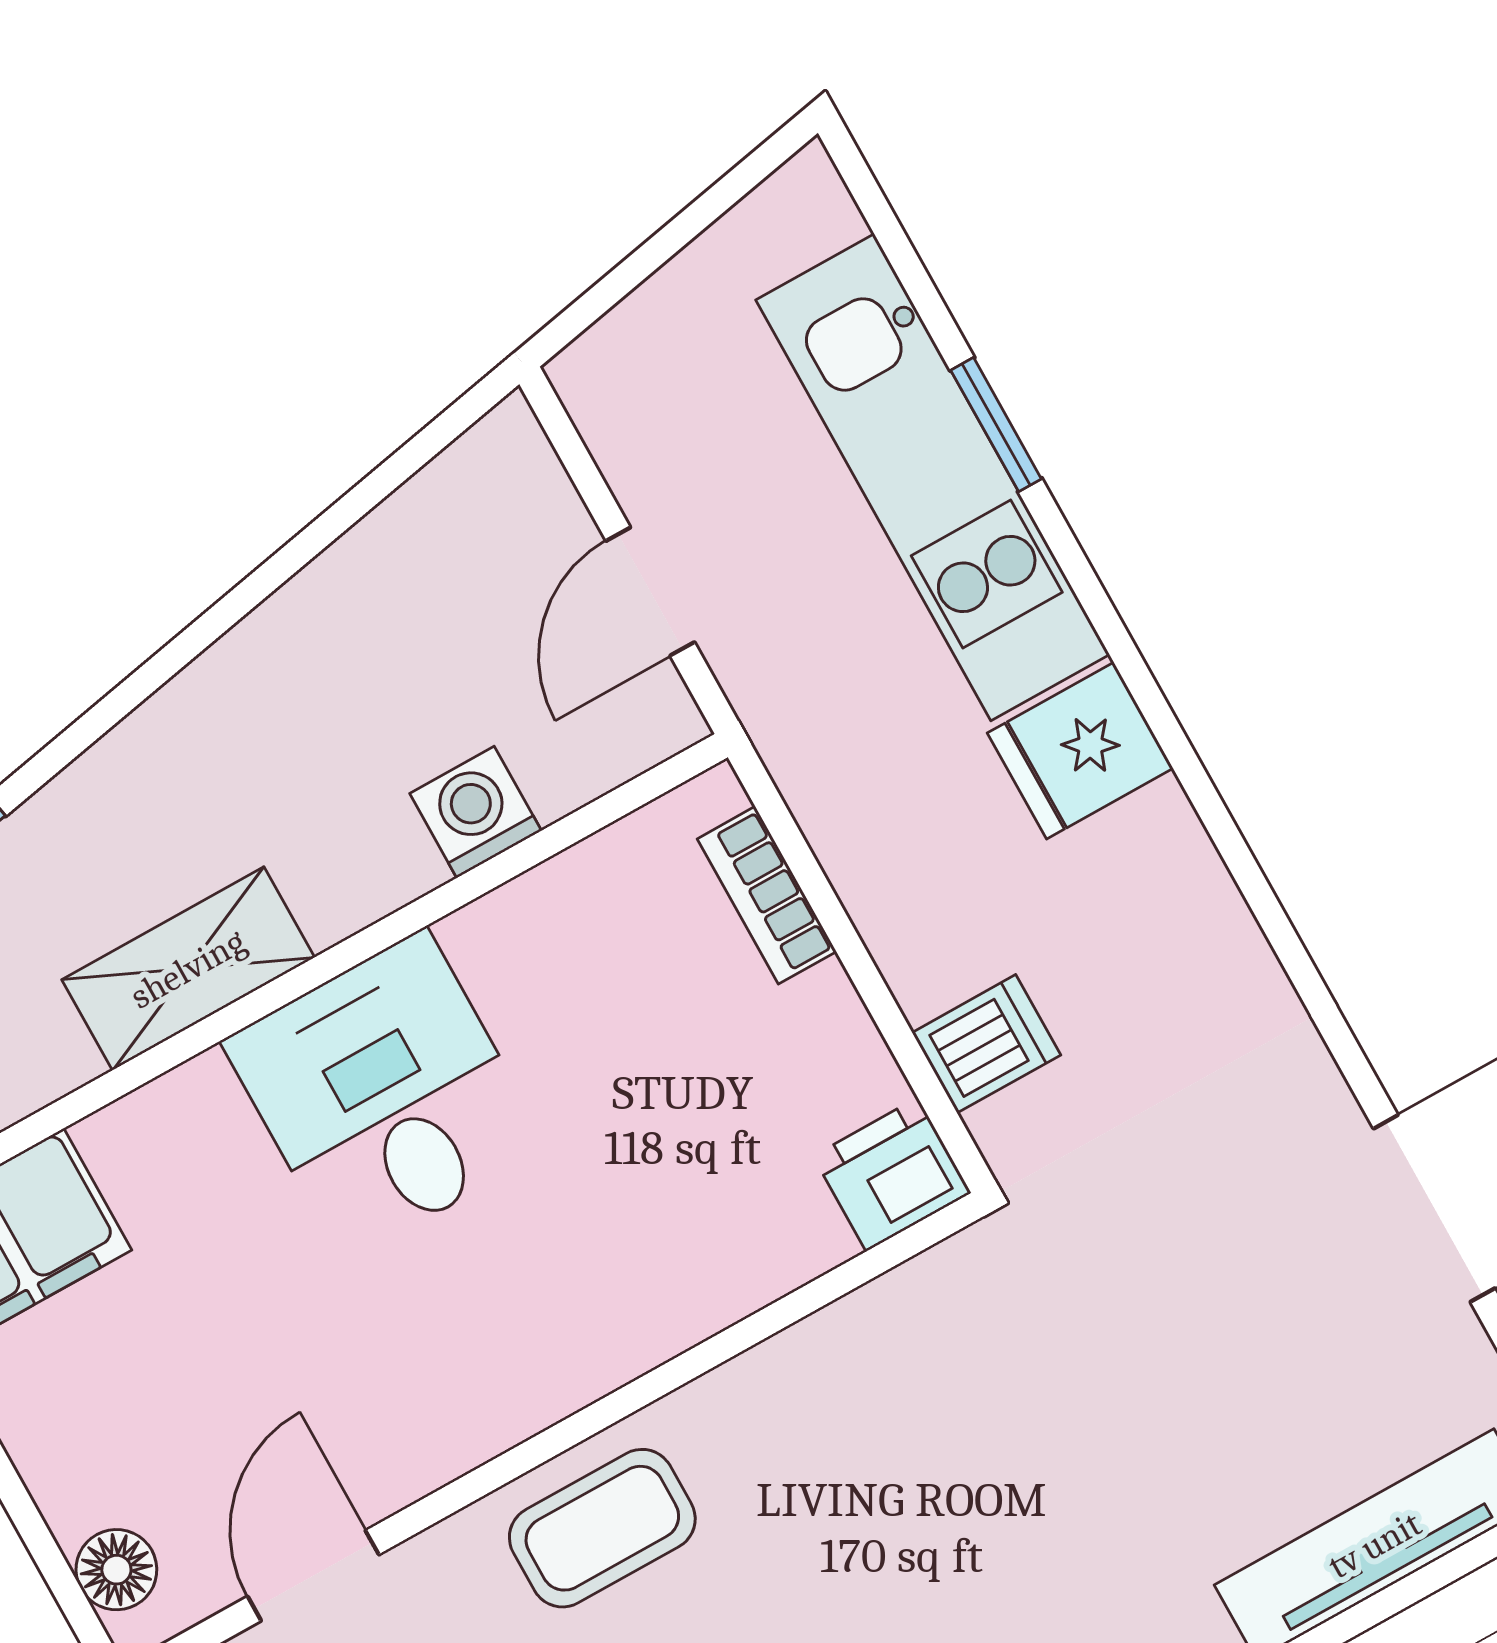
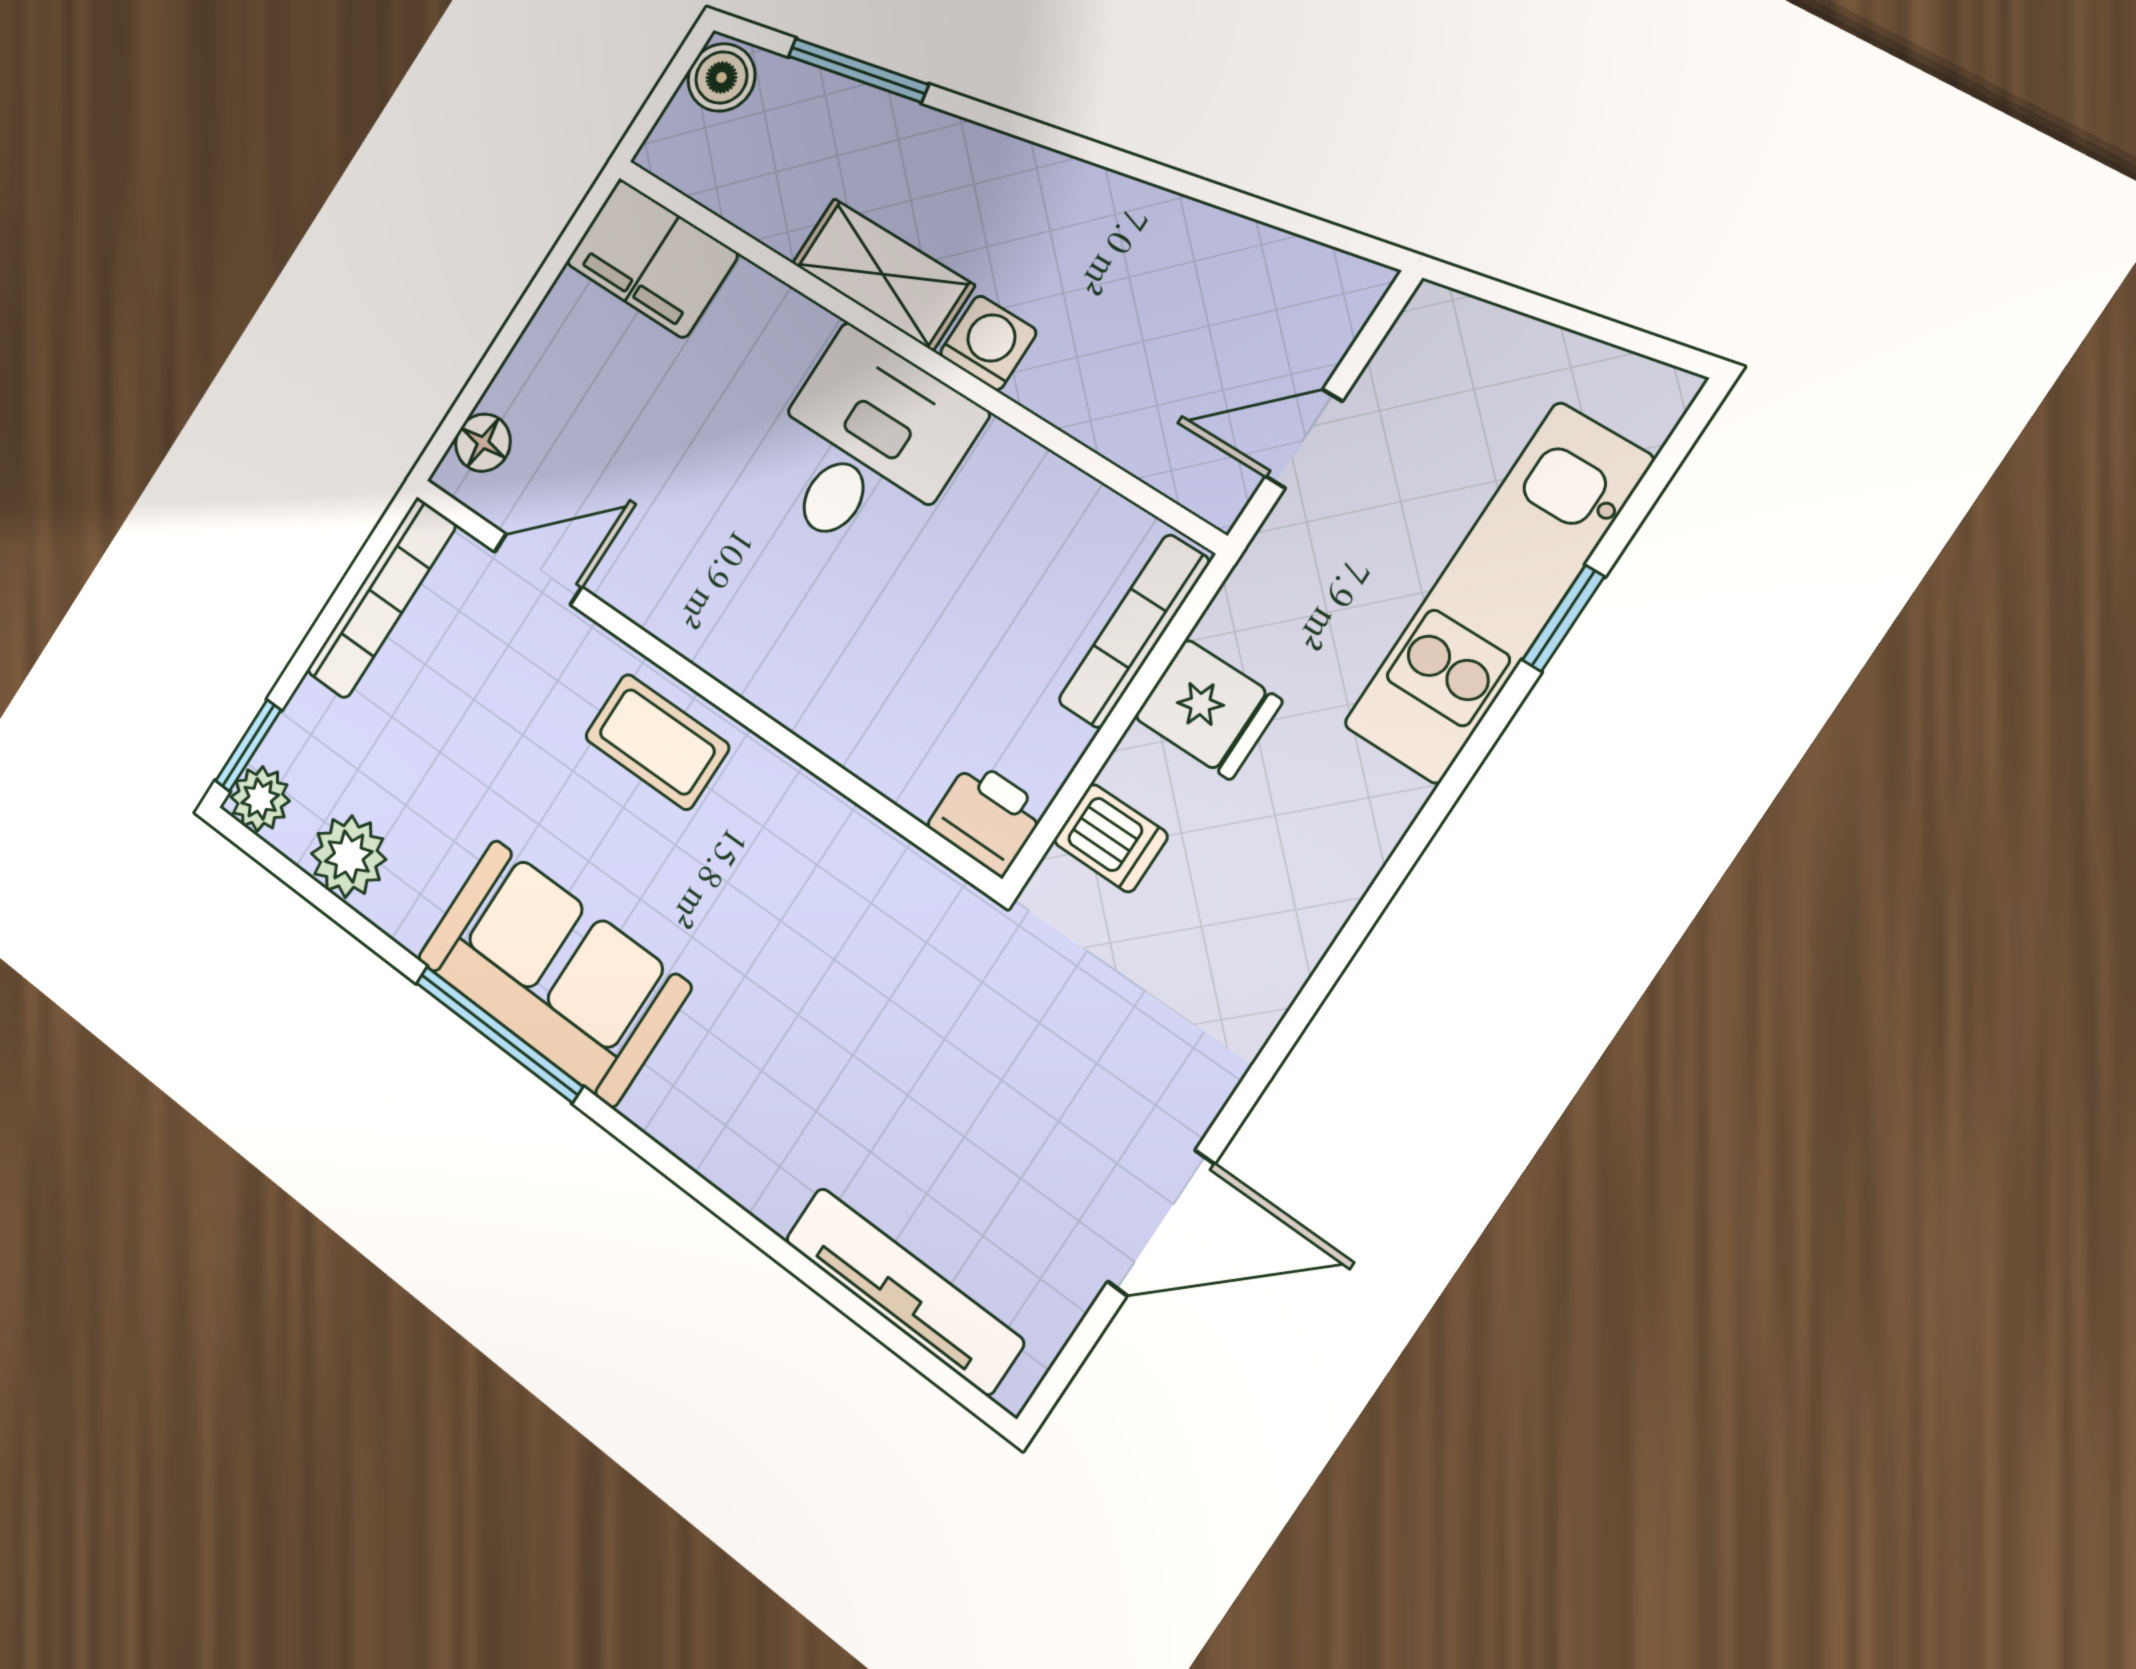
fridge: (1080, 751) -> (1208, 709), moved, turned 180
washing machine: (476, 812) -> (988, 343), moved
bookcase: (767, 895) -> (1134, 631), width x1.56

